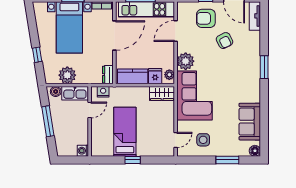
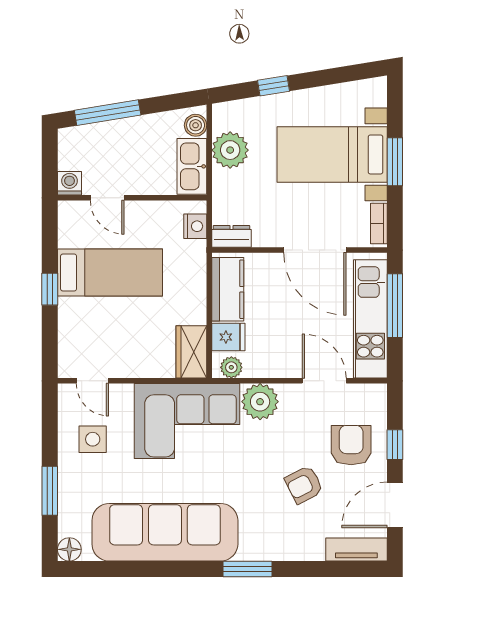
door: (90, 110) -> (107, 198), moved
window: (48, 121) -> (108, 113), moved
sofa: (250, 122) -> (165, 532), width x1.85, depth x1.27

